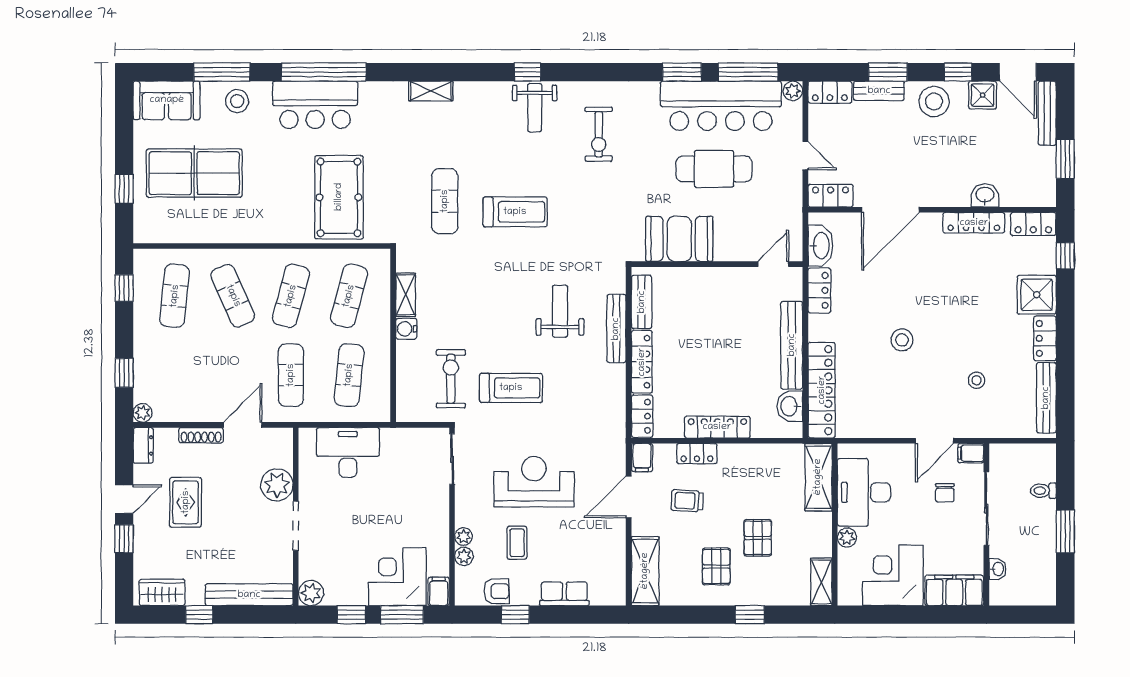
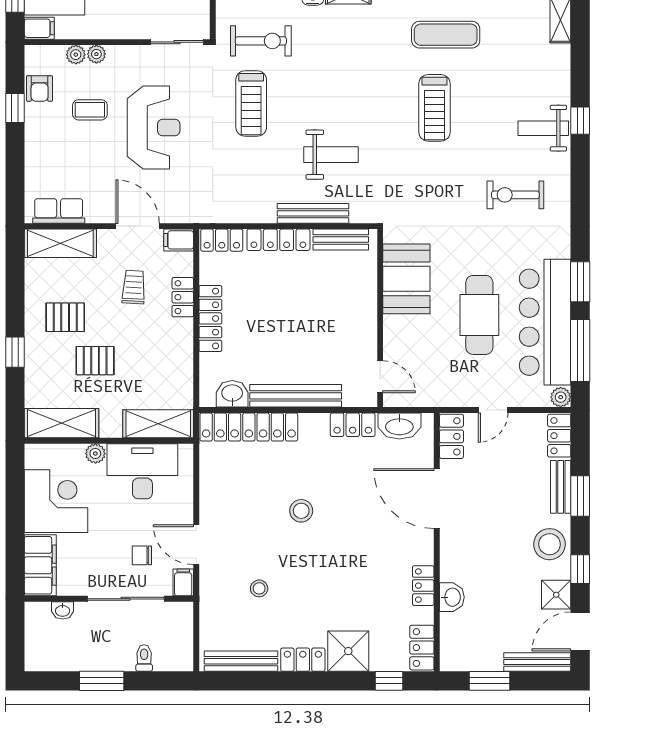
locker: (974, 223) -> (423, 586), width x0.66
shelving: (821, 582) -> (62, 423), width x1.50, depth x1.33
row of seats: (564, 594) -> (59, 211), moved, turned -90

